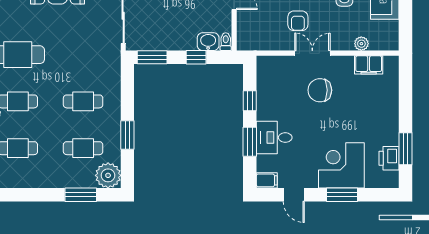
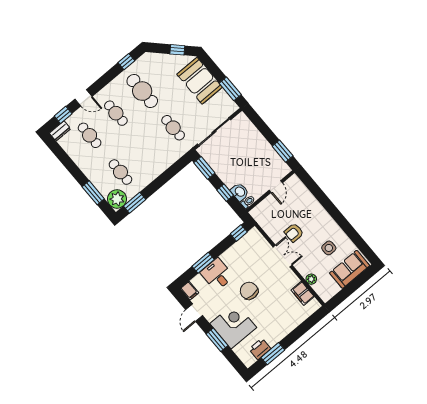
chair: (320, 90) -> (249, 291), moved
cafe table: (83, 101) -> (173, 128), moved
window: (250, 101) -> (239, 233), moved
window: (127, 135) -> (135, 203), moved

